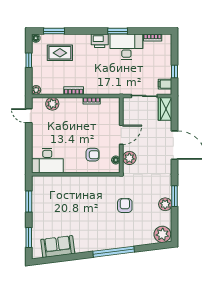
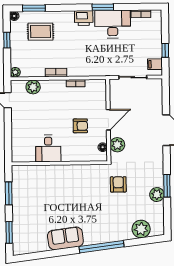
wardrobe: (165, 109) -> (155, 91), removed
armchair: (93, 155) -> (80, 126), moved
desk: (47, 161) -> (48, 148), moved, width x0.73
armchair: (125, 206) -> (118, 184), moved
plant: (162, 234) -> (141, 229), moved
sofa: (58, 247) -> (65, 238), moved

